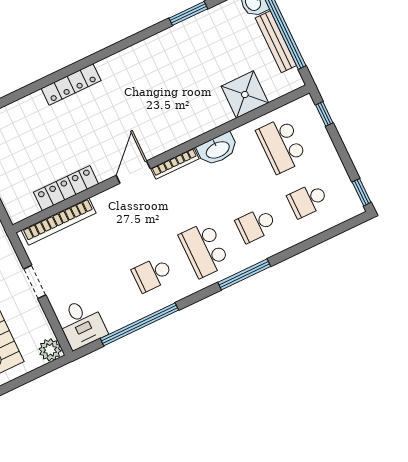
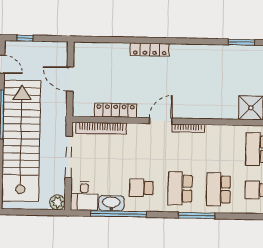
washbasin: (217, 149) -> (111, 203), moved, turned 180
school desk: (256, 225) -> (218, 189), width x1.85
doorway: (35, 282) -> (69, 157), width x1.87

